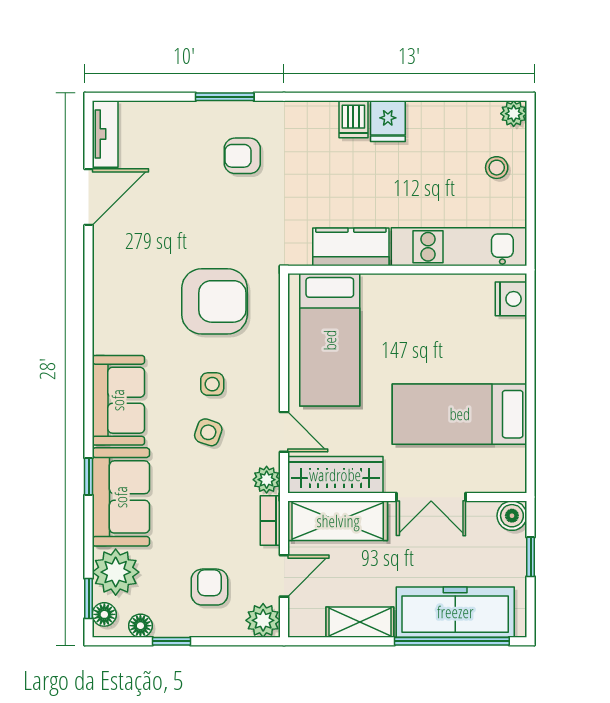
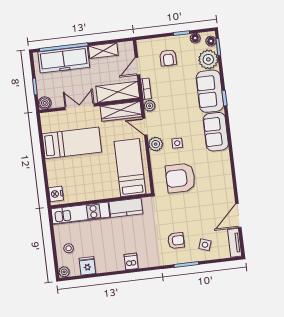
fridge: (388, 121) -> (87, 266), moved
side table: (208, 432) -> (205, 245), moved
plant: (263, 620) -> (156, 144), moved

